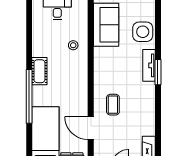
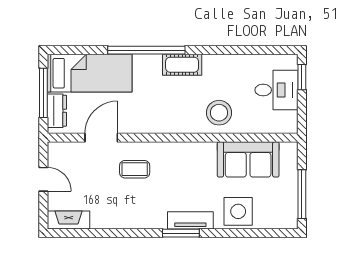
stool: (73, 45) -> (219, 113), width x1.89, depth x1.89

